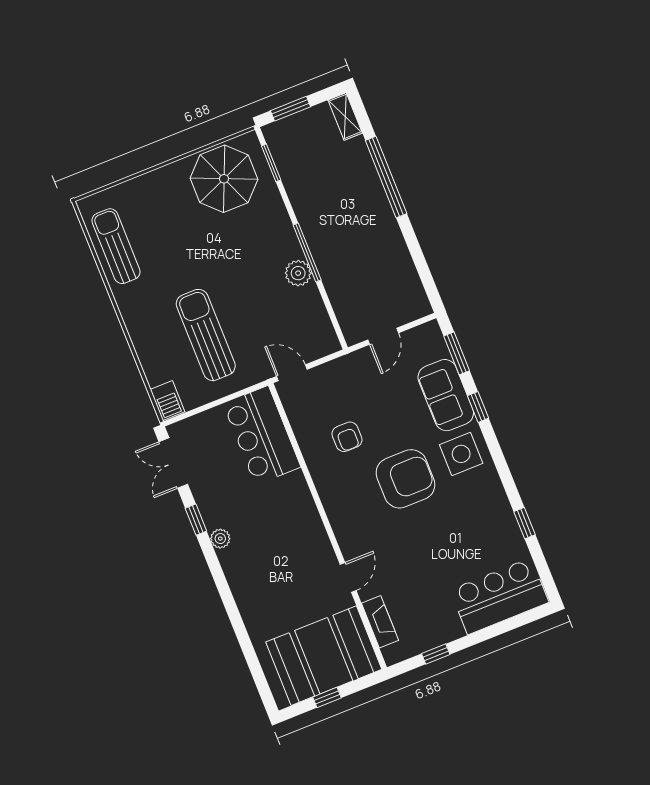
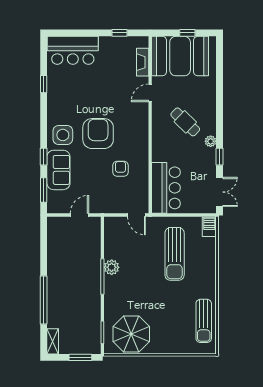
armchair: (405, 479) -> (98, 134), turned 90
cafe table: (273, 553) -> (185, 122), added

